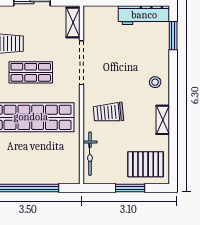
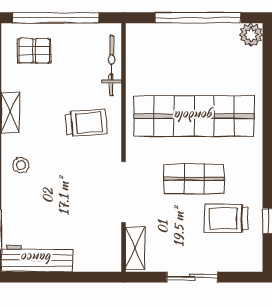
pallet: (146, 164) -> (34, 51), width x0.67, depth x0.71
window: (130, 188) -> (56, 18), width x2.11

